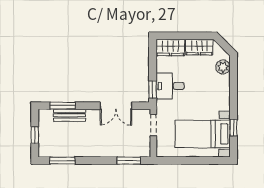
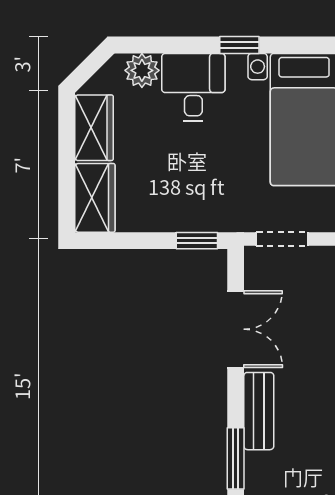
desk: (170, 86) -> (193, 87), moved, turned 180
bench: (70, 115) -> (259, 411), moved
window: (233, 128) -> (239, 45), moved

